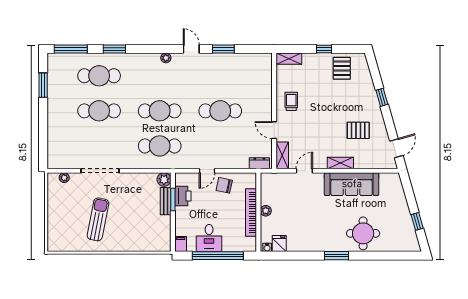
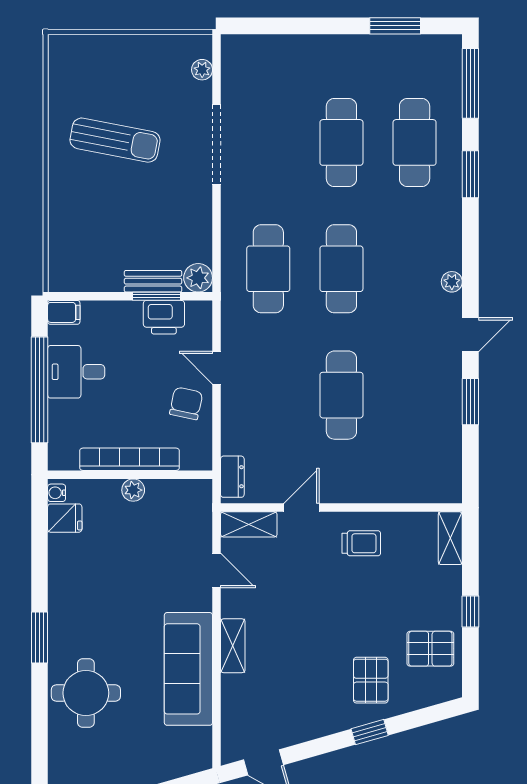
pallet: (358, 130) -> (371, 680), moved

